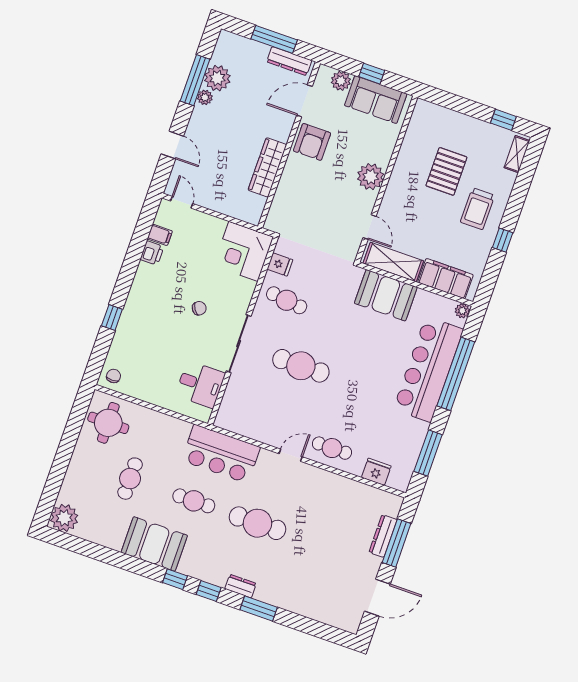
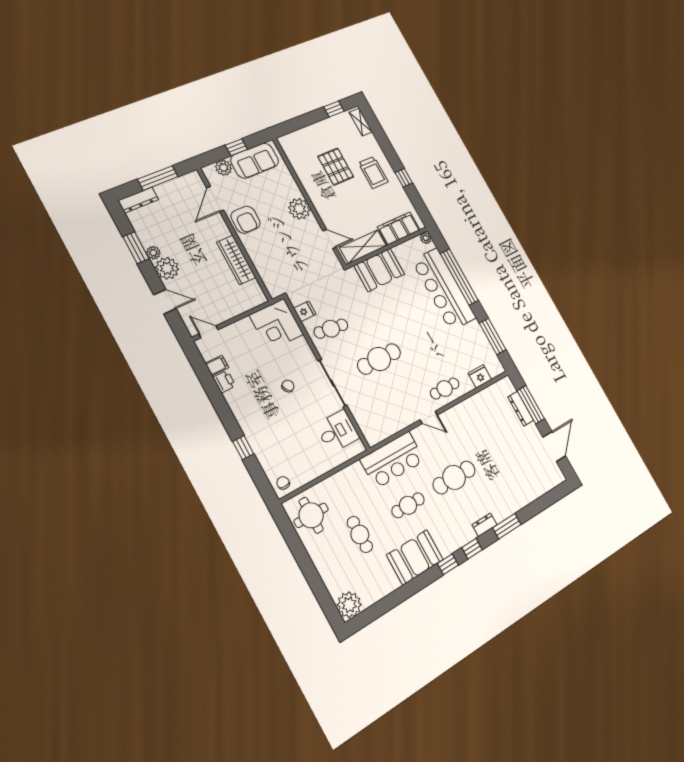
dresser: (289, 61) -> (138, 200), moved
plant: (217, 78) -> (167, 268), moved
window: (195, 80) -> (136, 248), width x0.69
door: (291, 455) -> (429, 417), swing flipped

